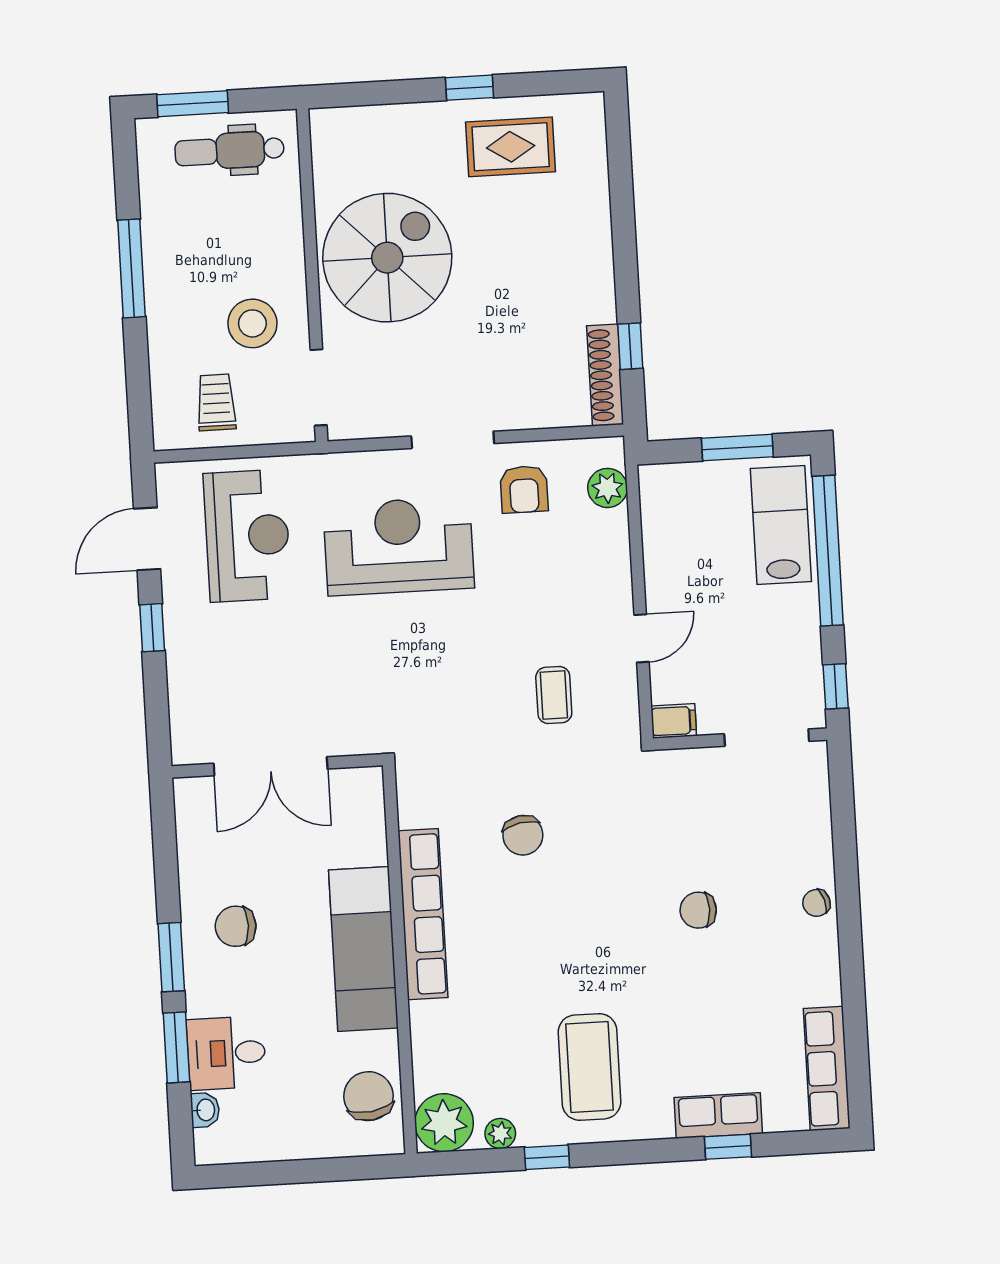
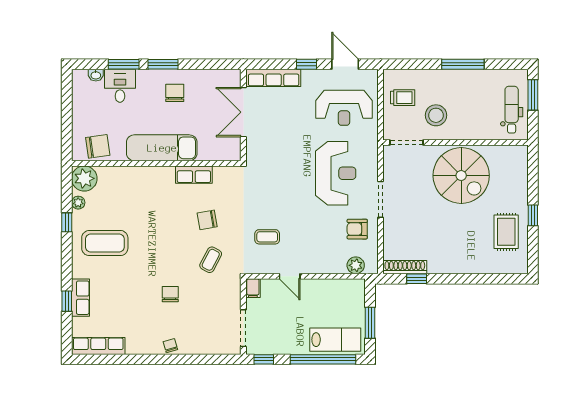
row of seats: (188, 701) -> (274, 78), added
coffee table: (614, 822) -> (211, 260), added
row of seats: (423, 914) -> (194, 175), width x0.50

